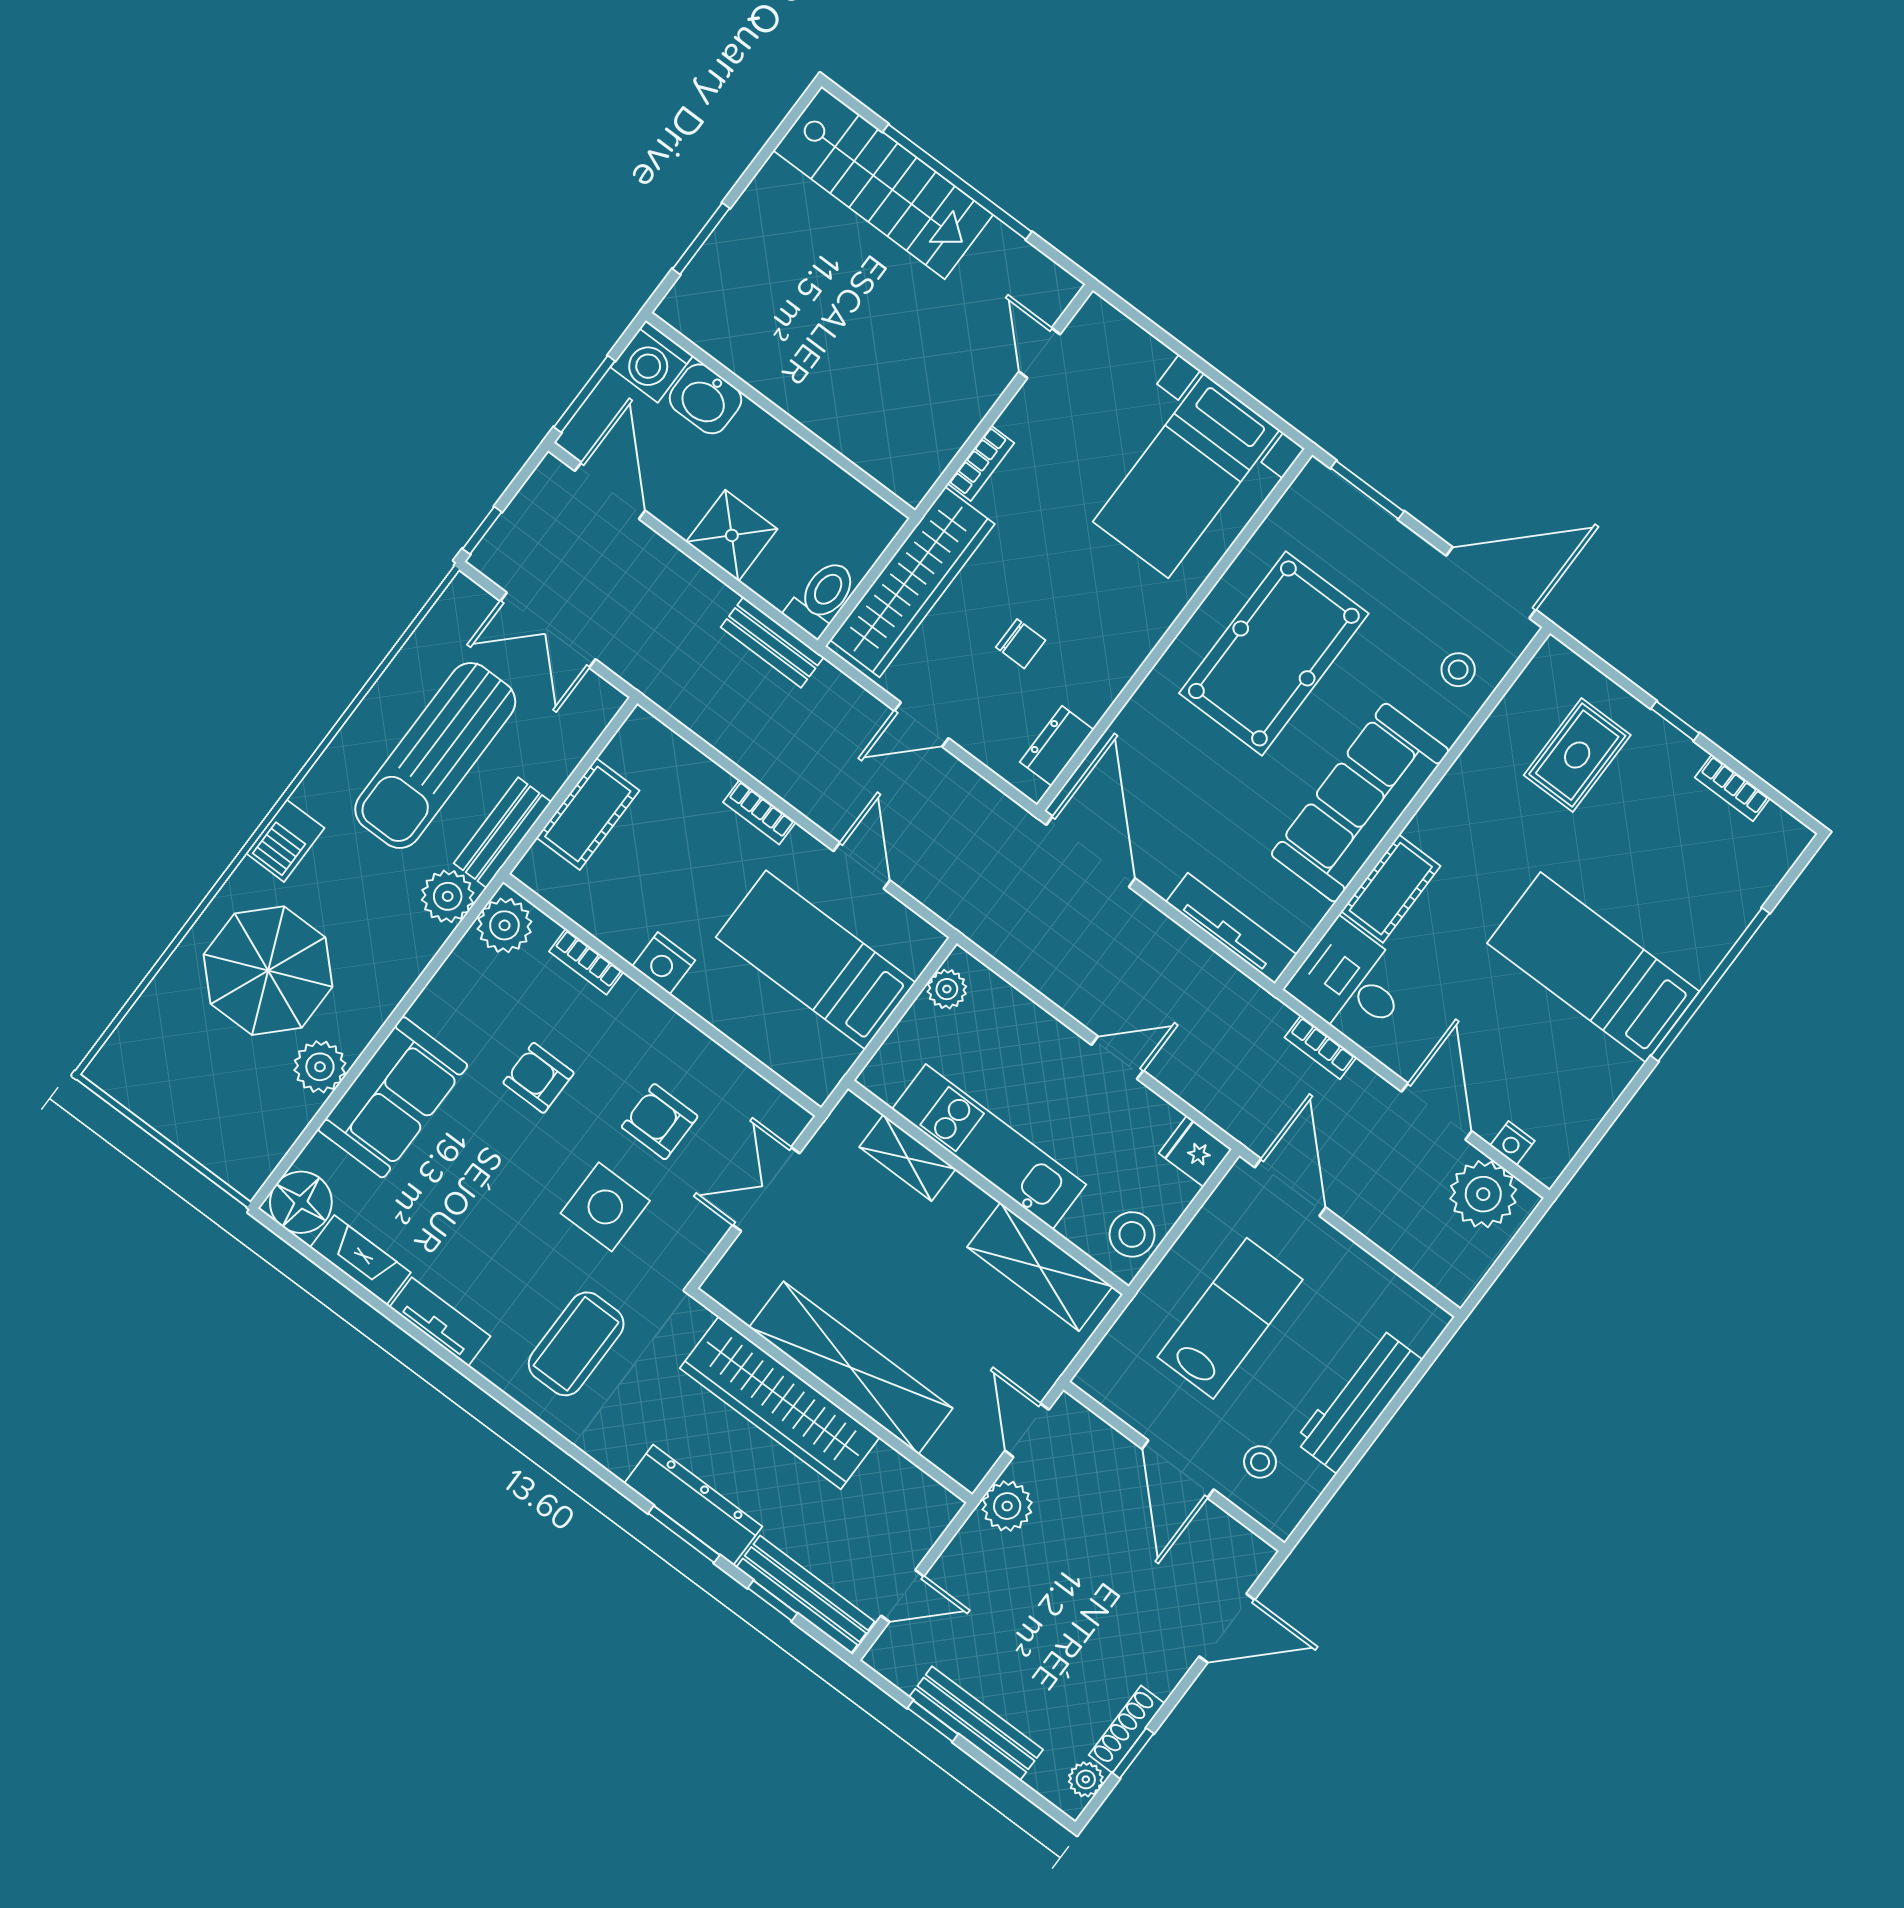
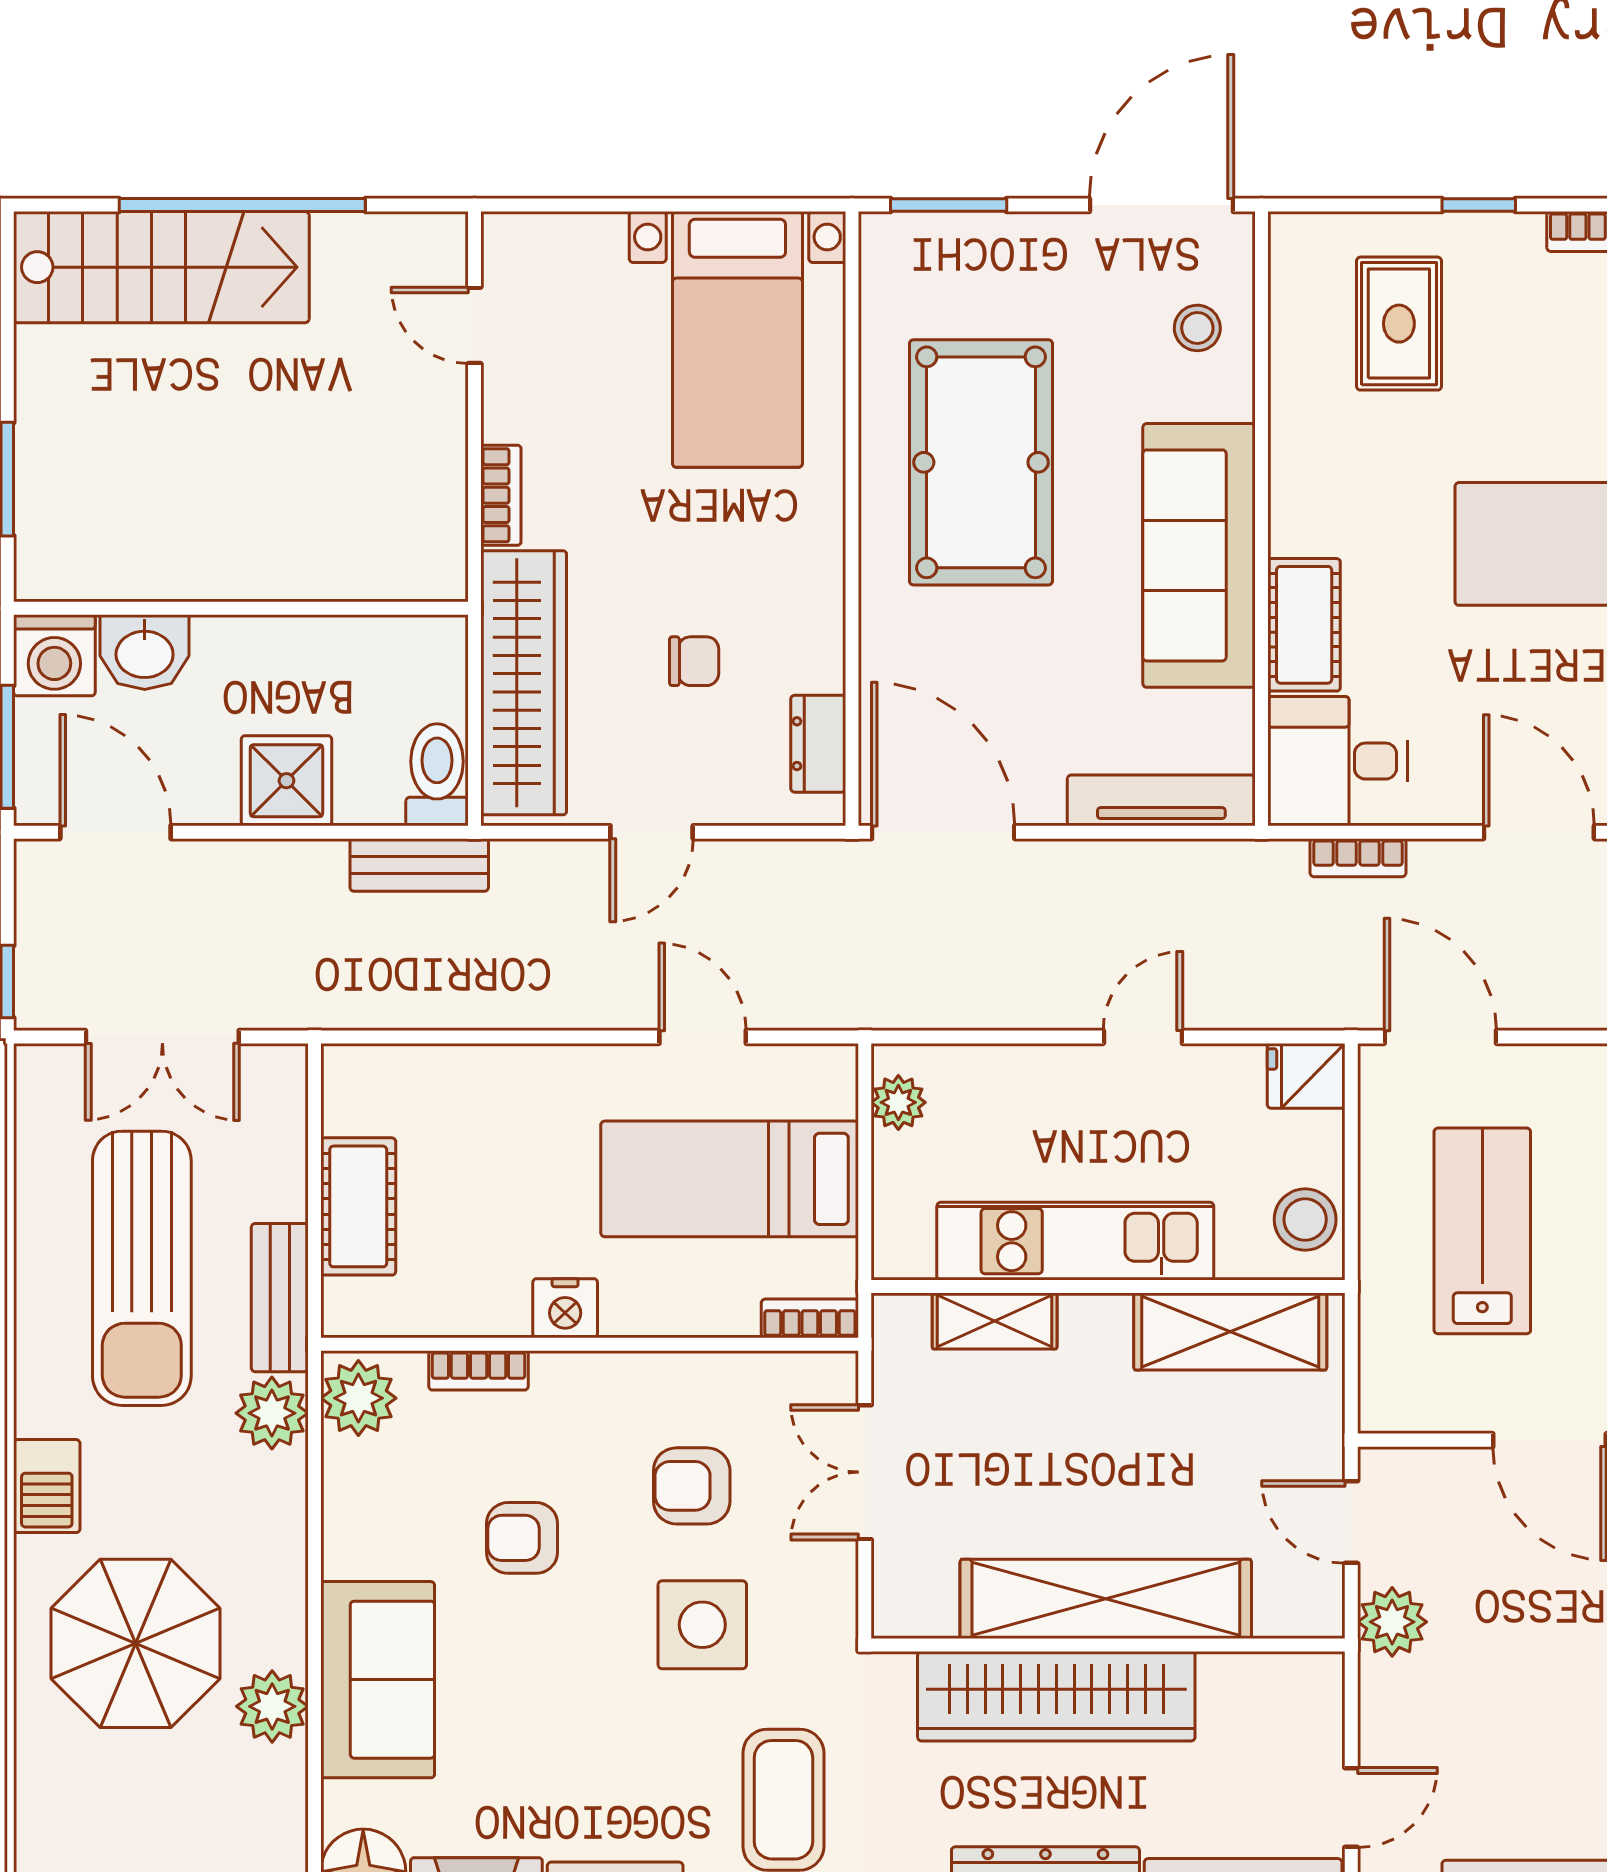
bookcase: (759, 812) -> (810, 1318), moved, turned 180

